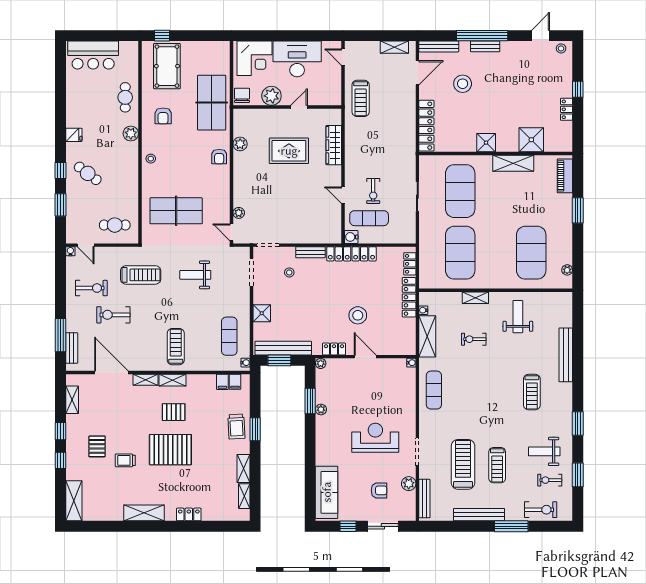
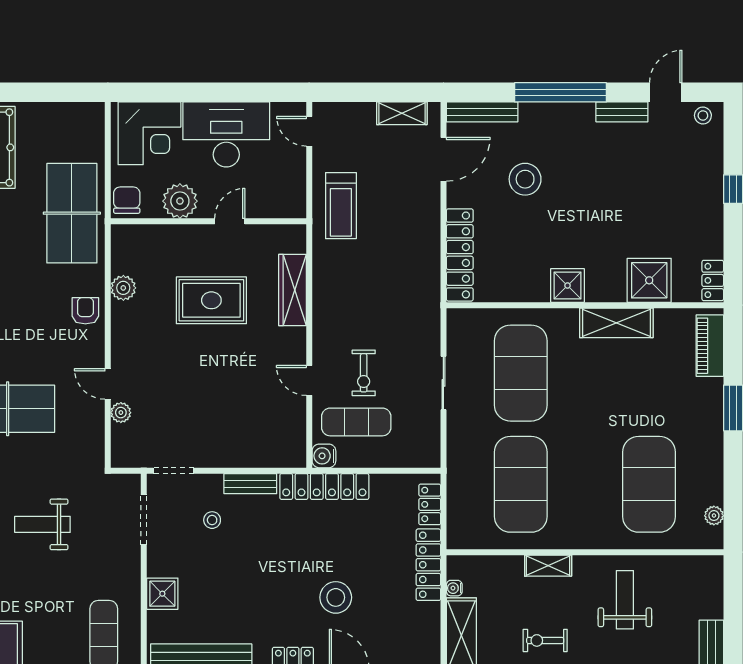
bench: (485, 46) -> (622, 112), moved
locker: (567, 109) -> (713, 280), moved
armchair: (219, 157) -> (85, 311), turned 180
door: (232, 232) -> (108, 384), moved

